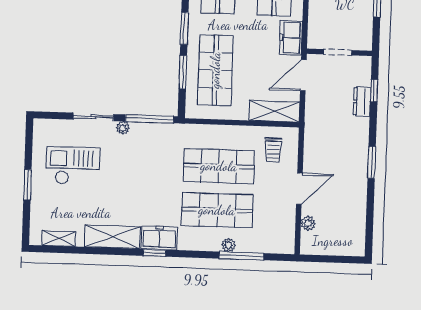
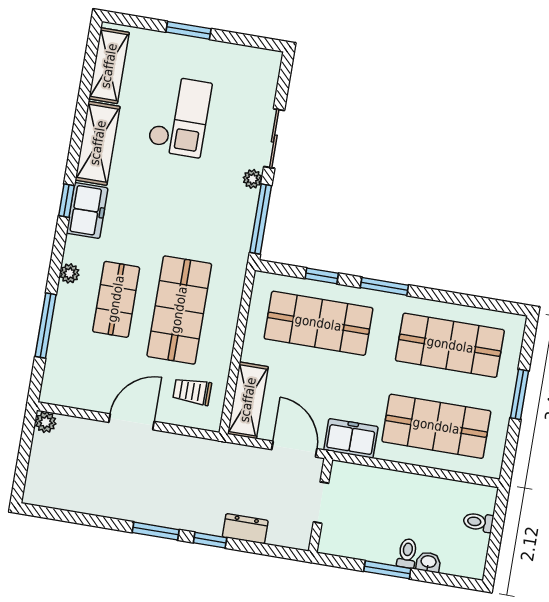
window: (183, 72) -> (322, 276), width x0.67
window: (374, 91) -> (210, 540), moved
checkout: (73, 166) -> (180, 116), moved
door: (299, 189) -> (132, 422), swing flipped
shop shelf: (217, 210) -> (116, 299), width x0.70, depth x0.74
plant: (308, 223) -> (46, 422), moved
shelving: (59, 238) -> (109, 66), width x1.50, depth x1.33
plant: (229, 245) -> (70, 273), moved

